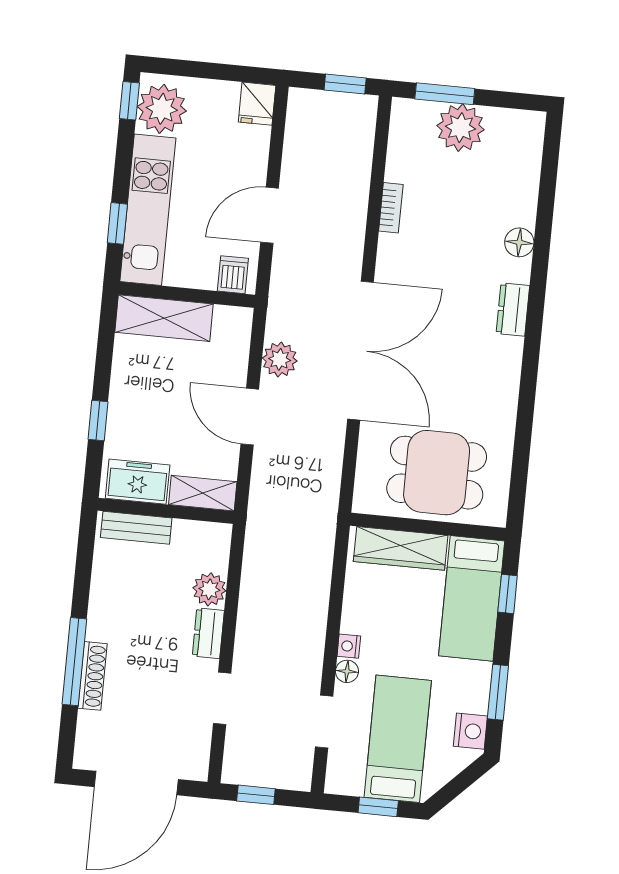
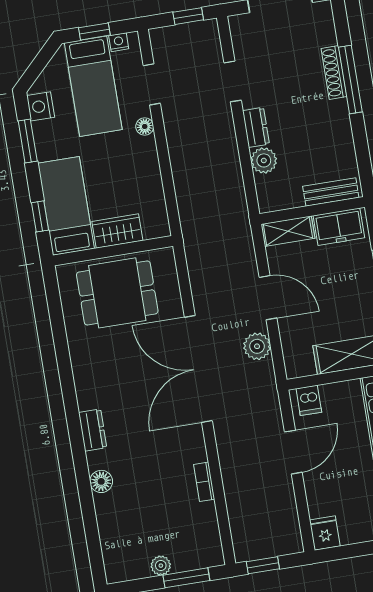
plant: (461, 128) -> (161, 566), width x0.53, depth x0.53
wardrobe: (401, 548) -> (117, 231), width x0.67
nightstand: (349, 646) -> (119, 42), moved, turned -90

